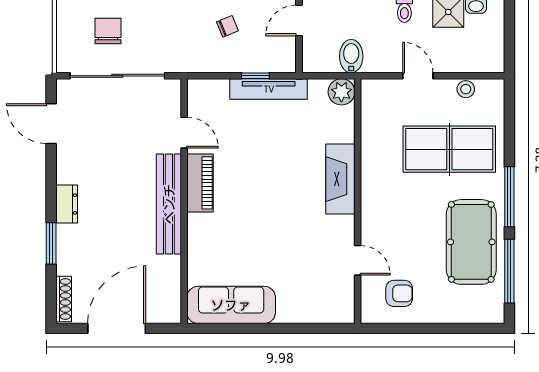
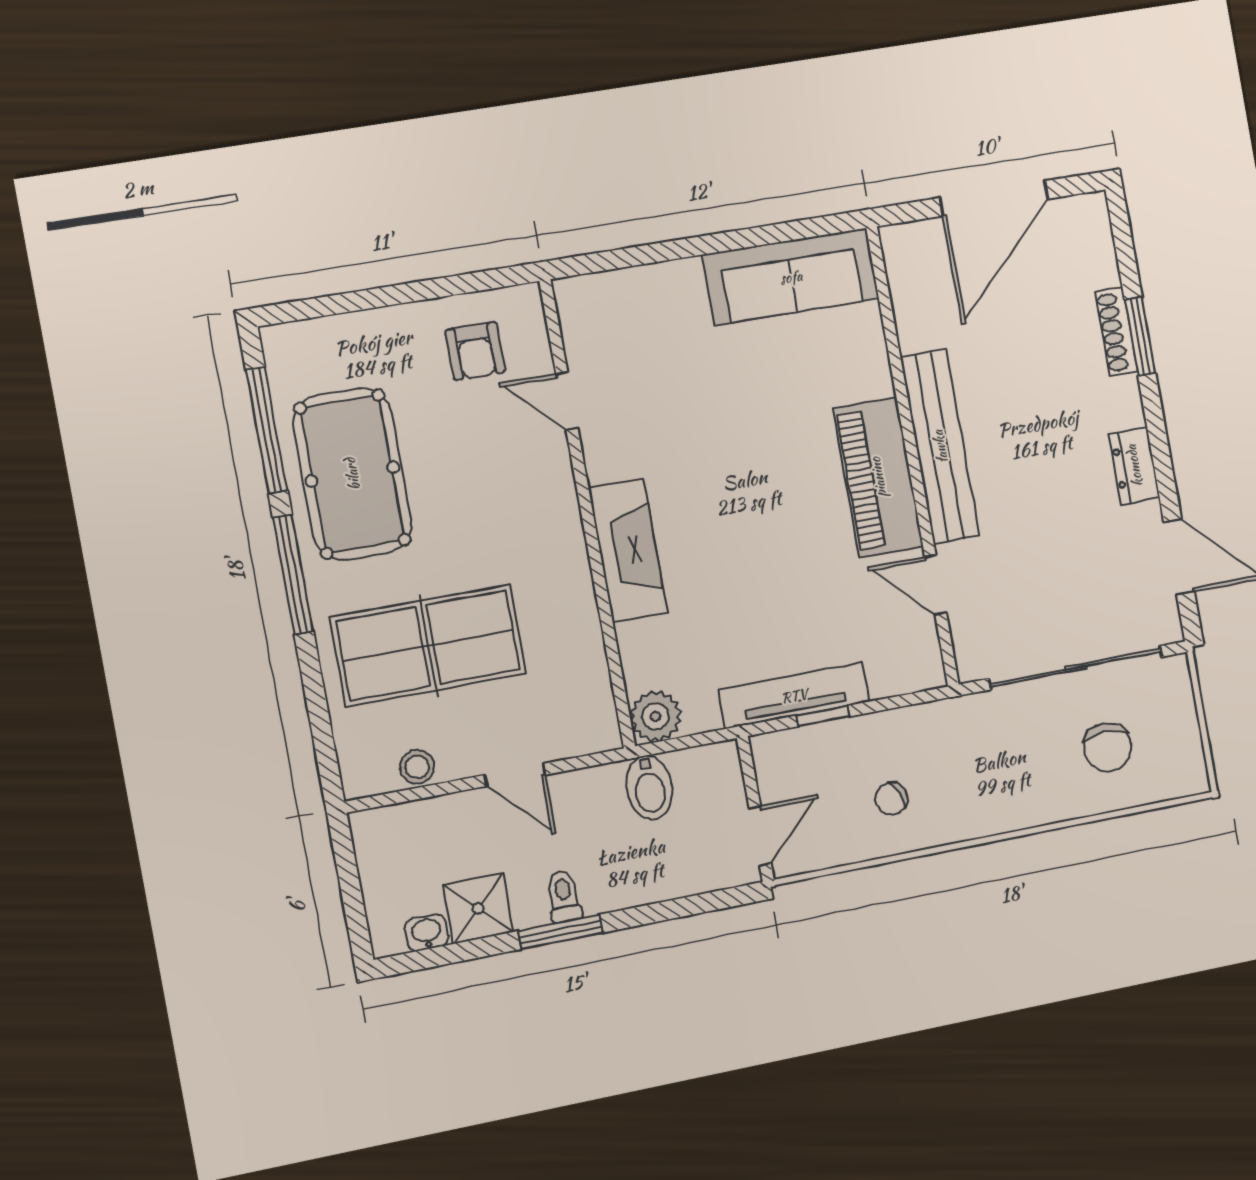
piano: (200, 183) -> (878, 477), width x1.37, depth x1.33
dresser: (67, 204) -> (1134, 466), moved
armchair: (399, 293) -> (475, 351), turned -90
shoe rack: (64, 299) -> (1116, 332), moved

